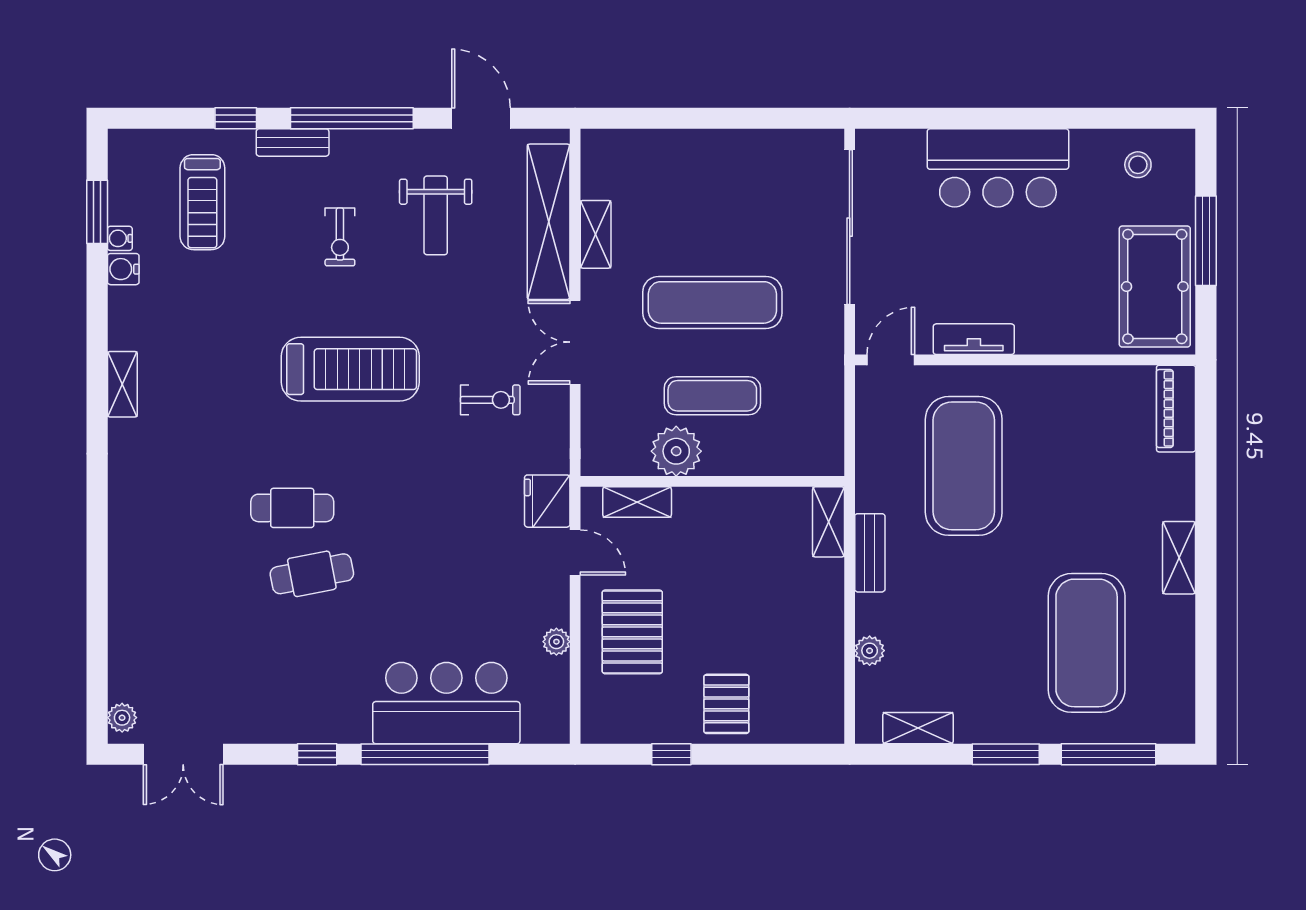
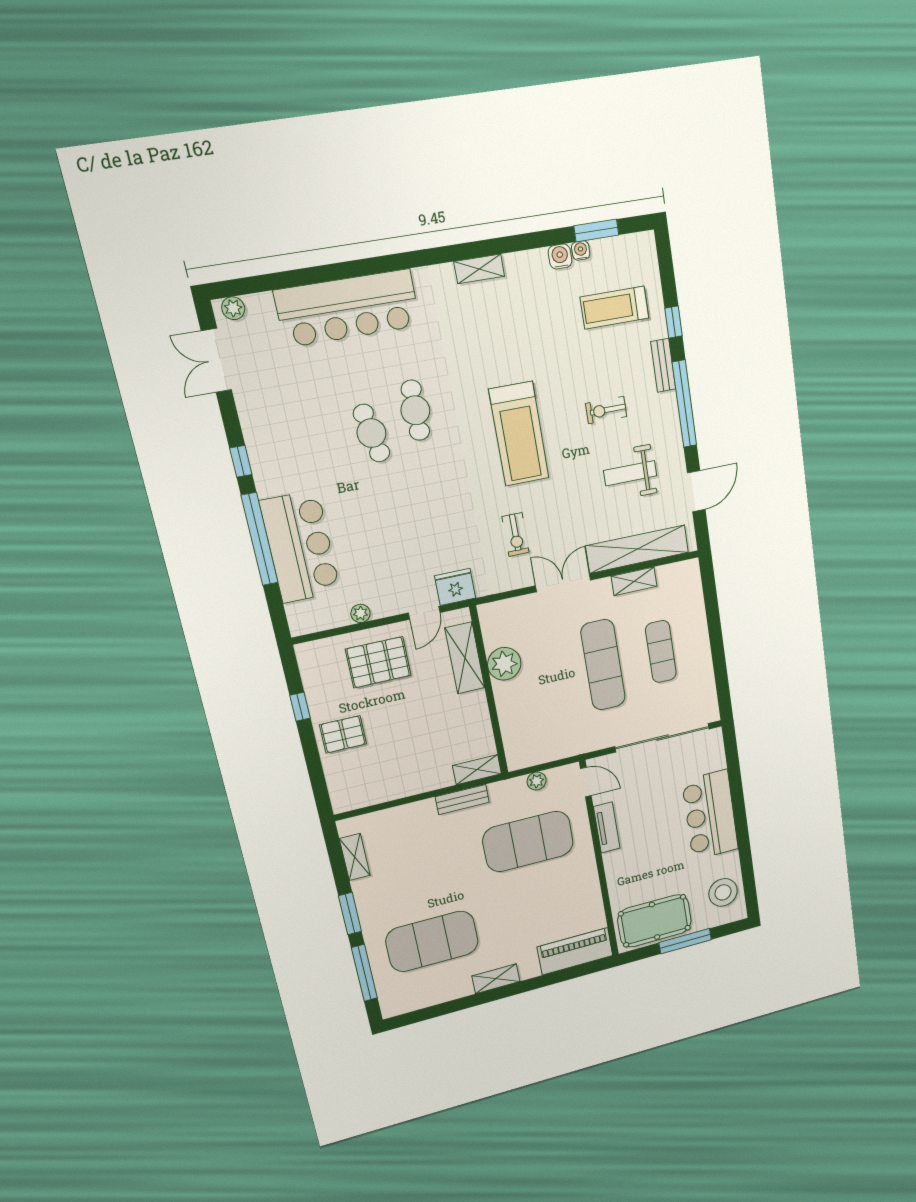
stool: (1138, 165) -> (723, 892), width x1.89, depth x1.89
exercise mat: (712, 396) -> (661, 652), moved
piano: (1176, 409) -> (575, 951), width x1.37, depth x1.33
shelving: (637, 502) -> (465, 658), width x1.50, depth x1.33
bar counter: (145, 571) -> (348, 308), added
plant: (870, 651) -> (537, 781), moved

